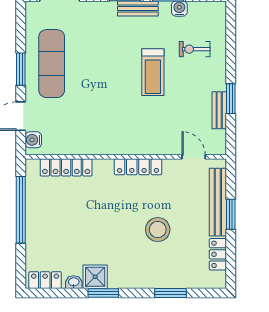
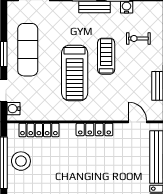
treadmill: (153, 72) -> (106, 56), turned 180
treadmill: (112, 94) -> (75, 73), added
stool: (158, 230) -> (21, 161), moved

